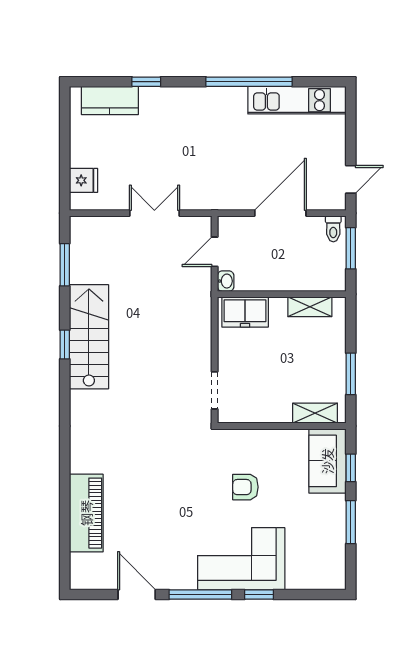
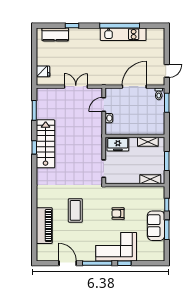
kitchen unit: (297, 100) -> (123, 34), moved
wall: (282, 294) -> (135, 136), moved
shelving: (310, 307) -> (148, 142), moved
freezer: (245, 312) -> (118, 144), moved
sofa: (327, 461) -> (156, 226), moved
coffee table: (153, 480) -> (75, 210), added

